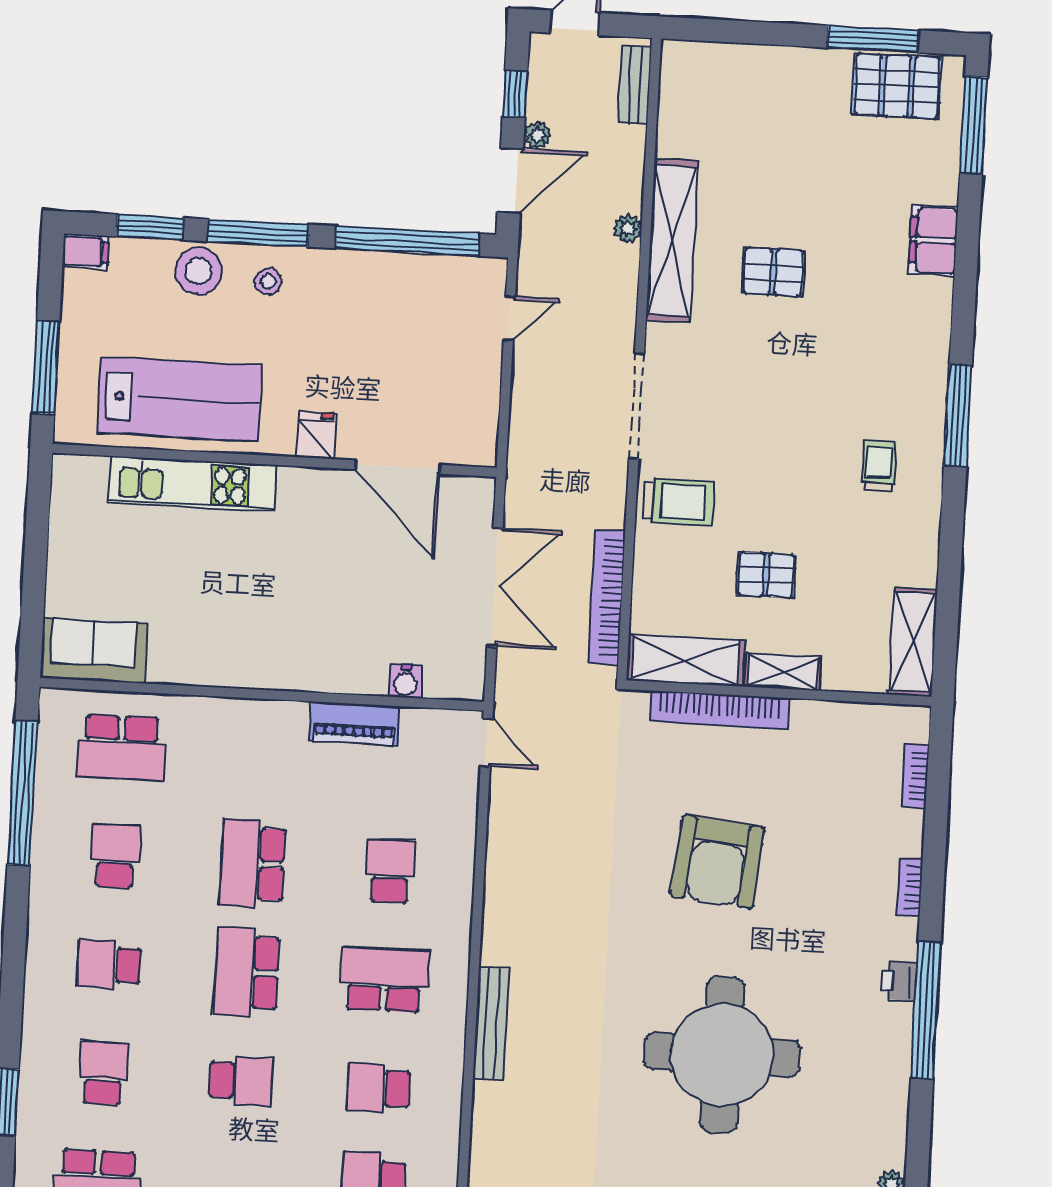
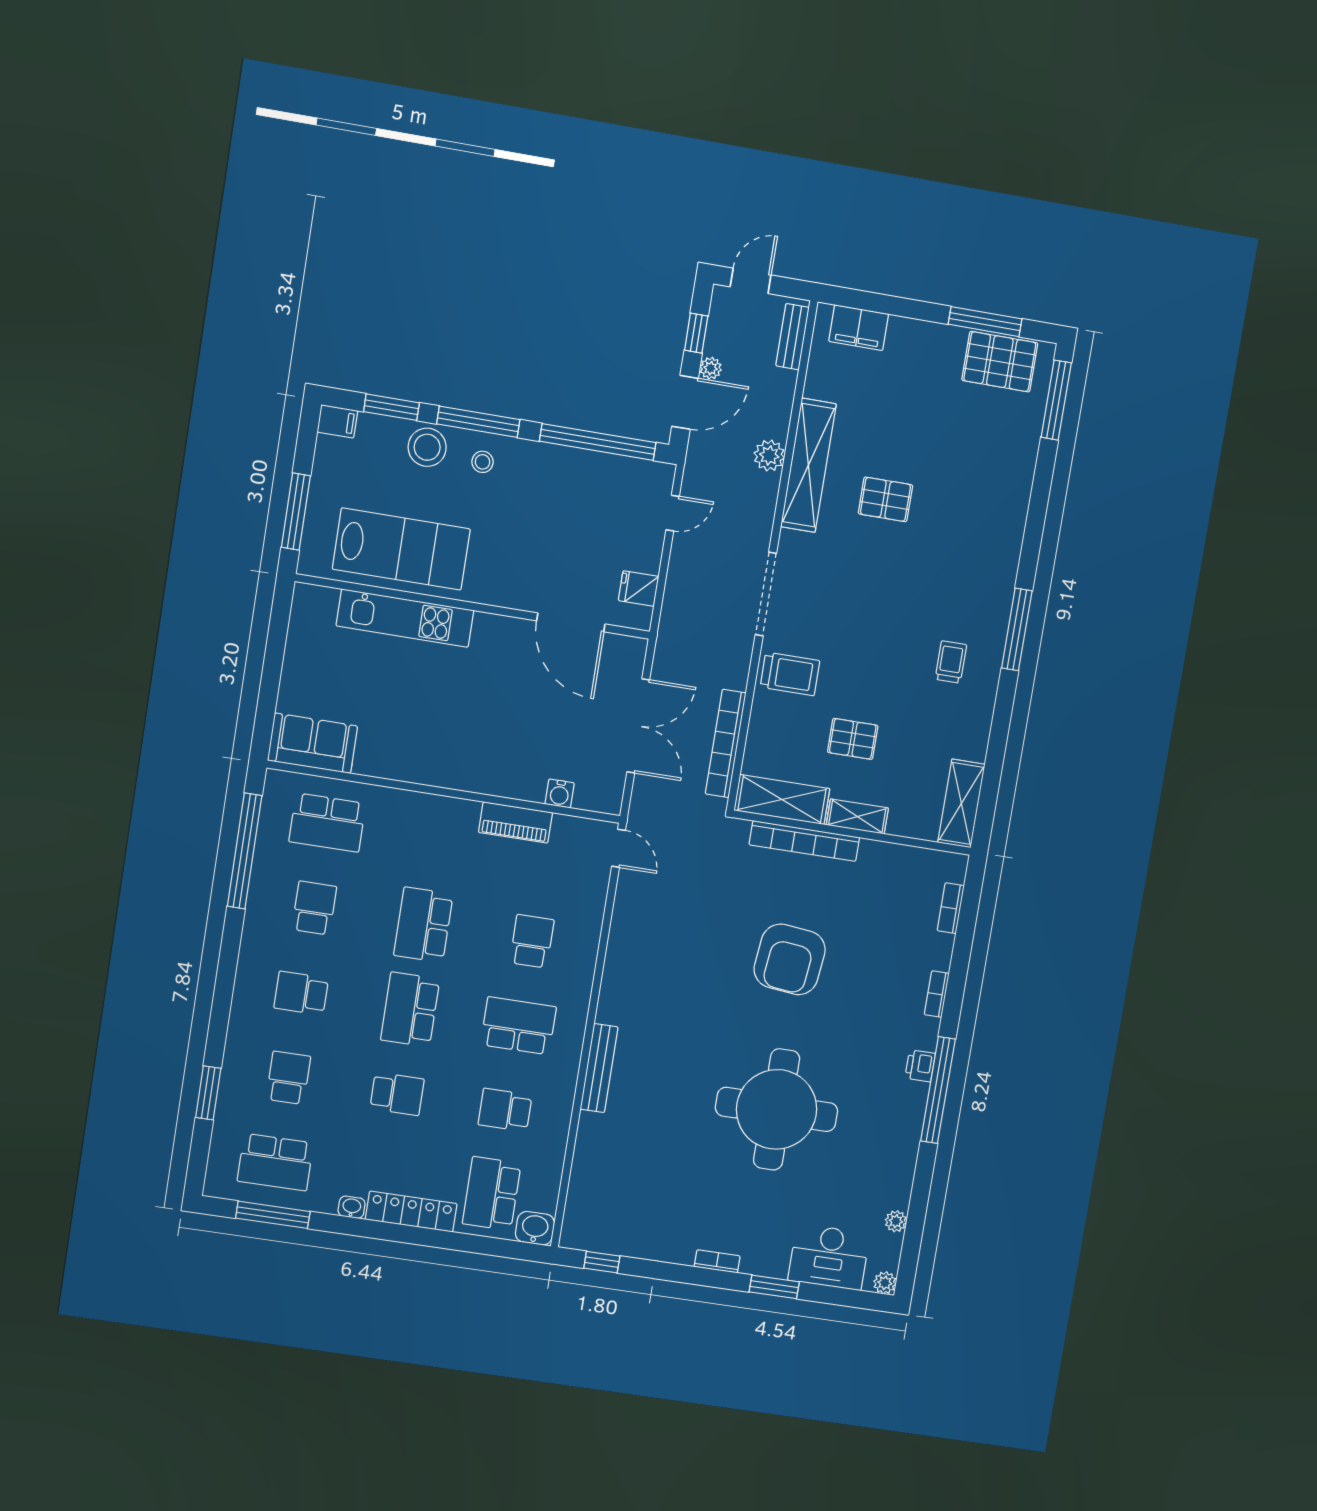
plant: (628, 229) -> (769, 455), width x1.38, depth x1.38
filing cabinet: (933, 240) -> (859, 328), moved, turned -90
fridge: (316, 436) -> (639, 588), moved, turned -90

